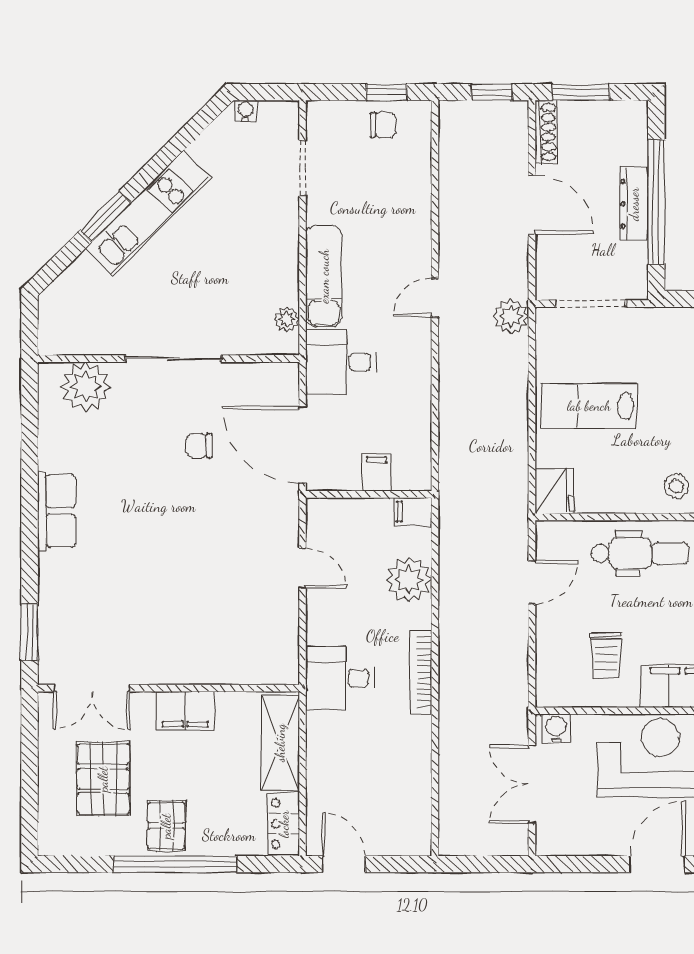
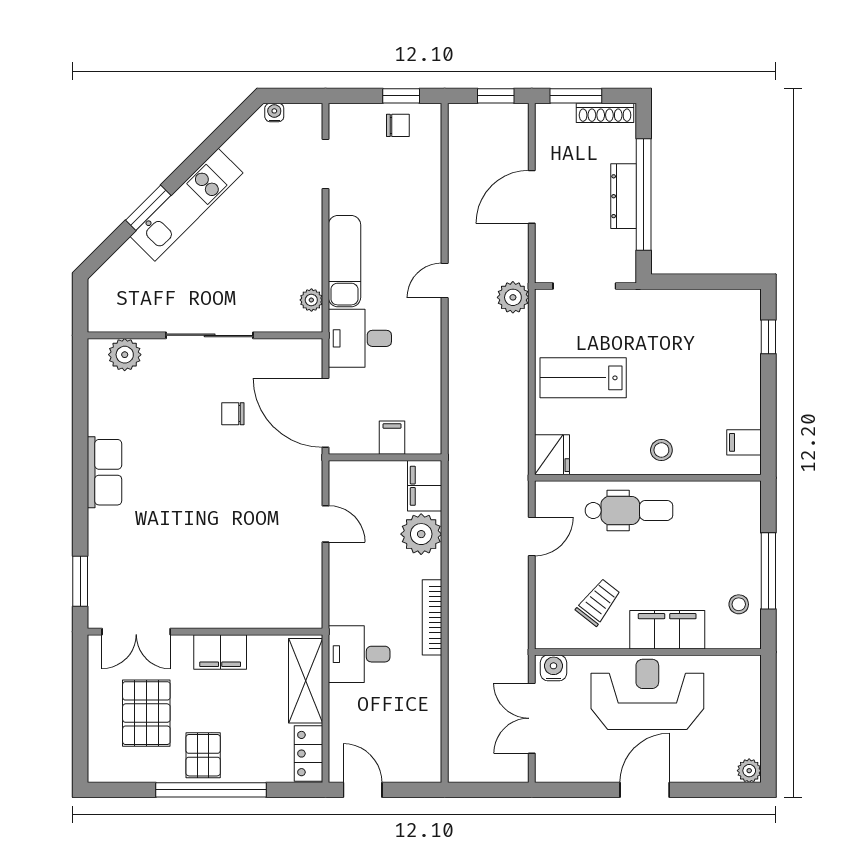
shoe rack: (546, 132) -> (605, 113), moved, turned 90
door: (532, 205) -> (532, 197), swing flipped
plant: (86, 387) -> (125, 355), width x0.73, depth x0.73
filing cabinet: (413, 512) -> (425, 486), width x2.00
trolley: (606, 655) -> (598, 602), turned -142
desk: (340, 678) -> (359, 654), moved

